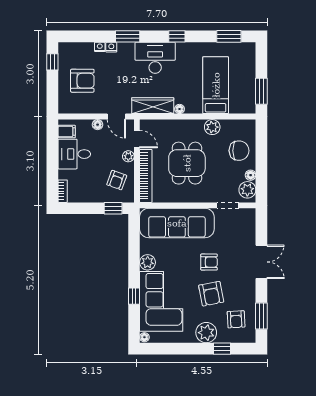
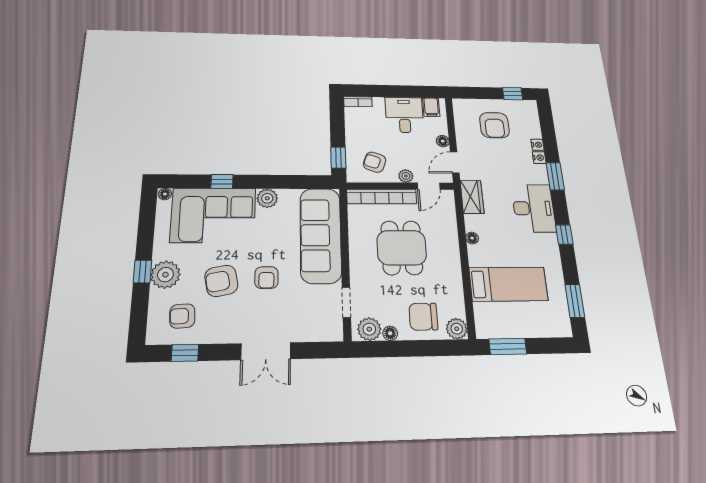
wardrobe: (153, 106) -> (472, 197), width x0.67
plant: (212, 127) -> (457, 329), moved
chair: (239, 151) -> (423, 317), turned 90
dining table: (187, 163) -> (402, 248), turned 90
window: (261, 316) -> (185, 353), width x0.67
window: (222, 349) -> (142, 272), moved

